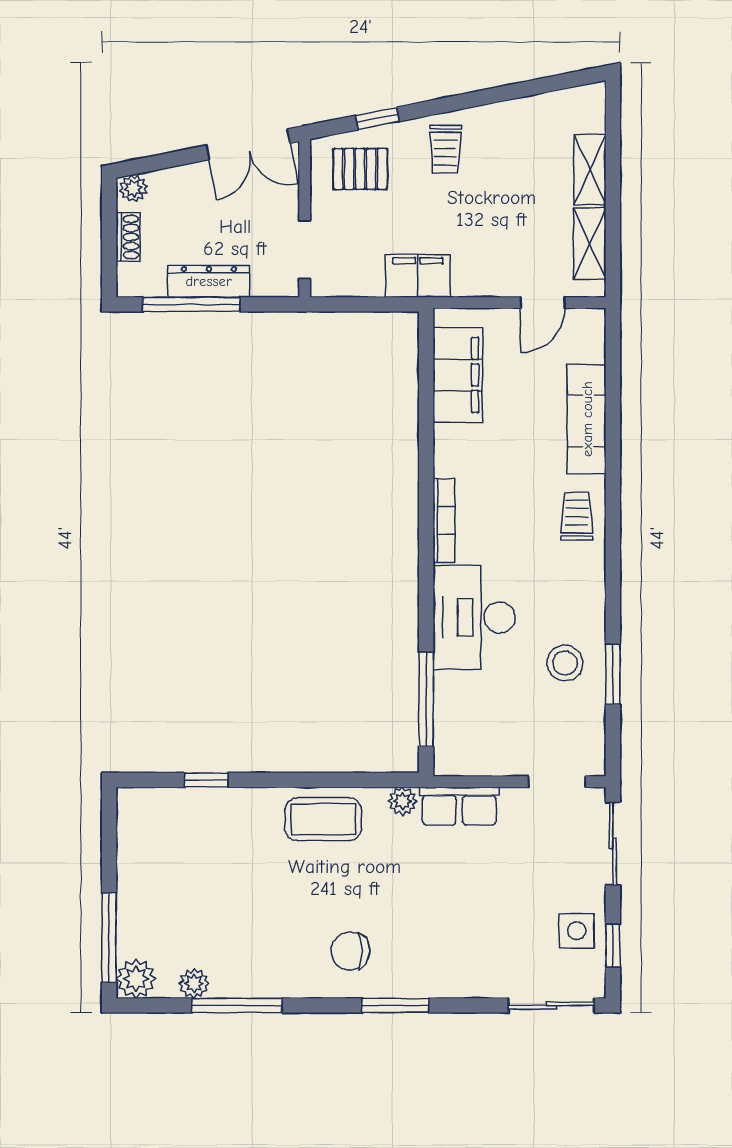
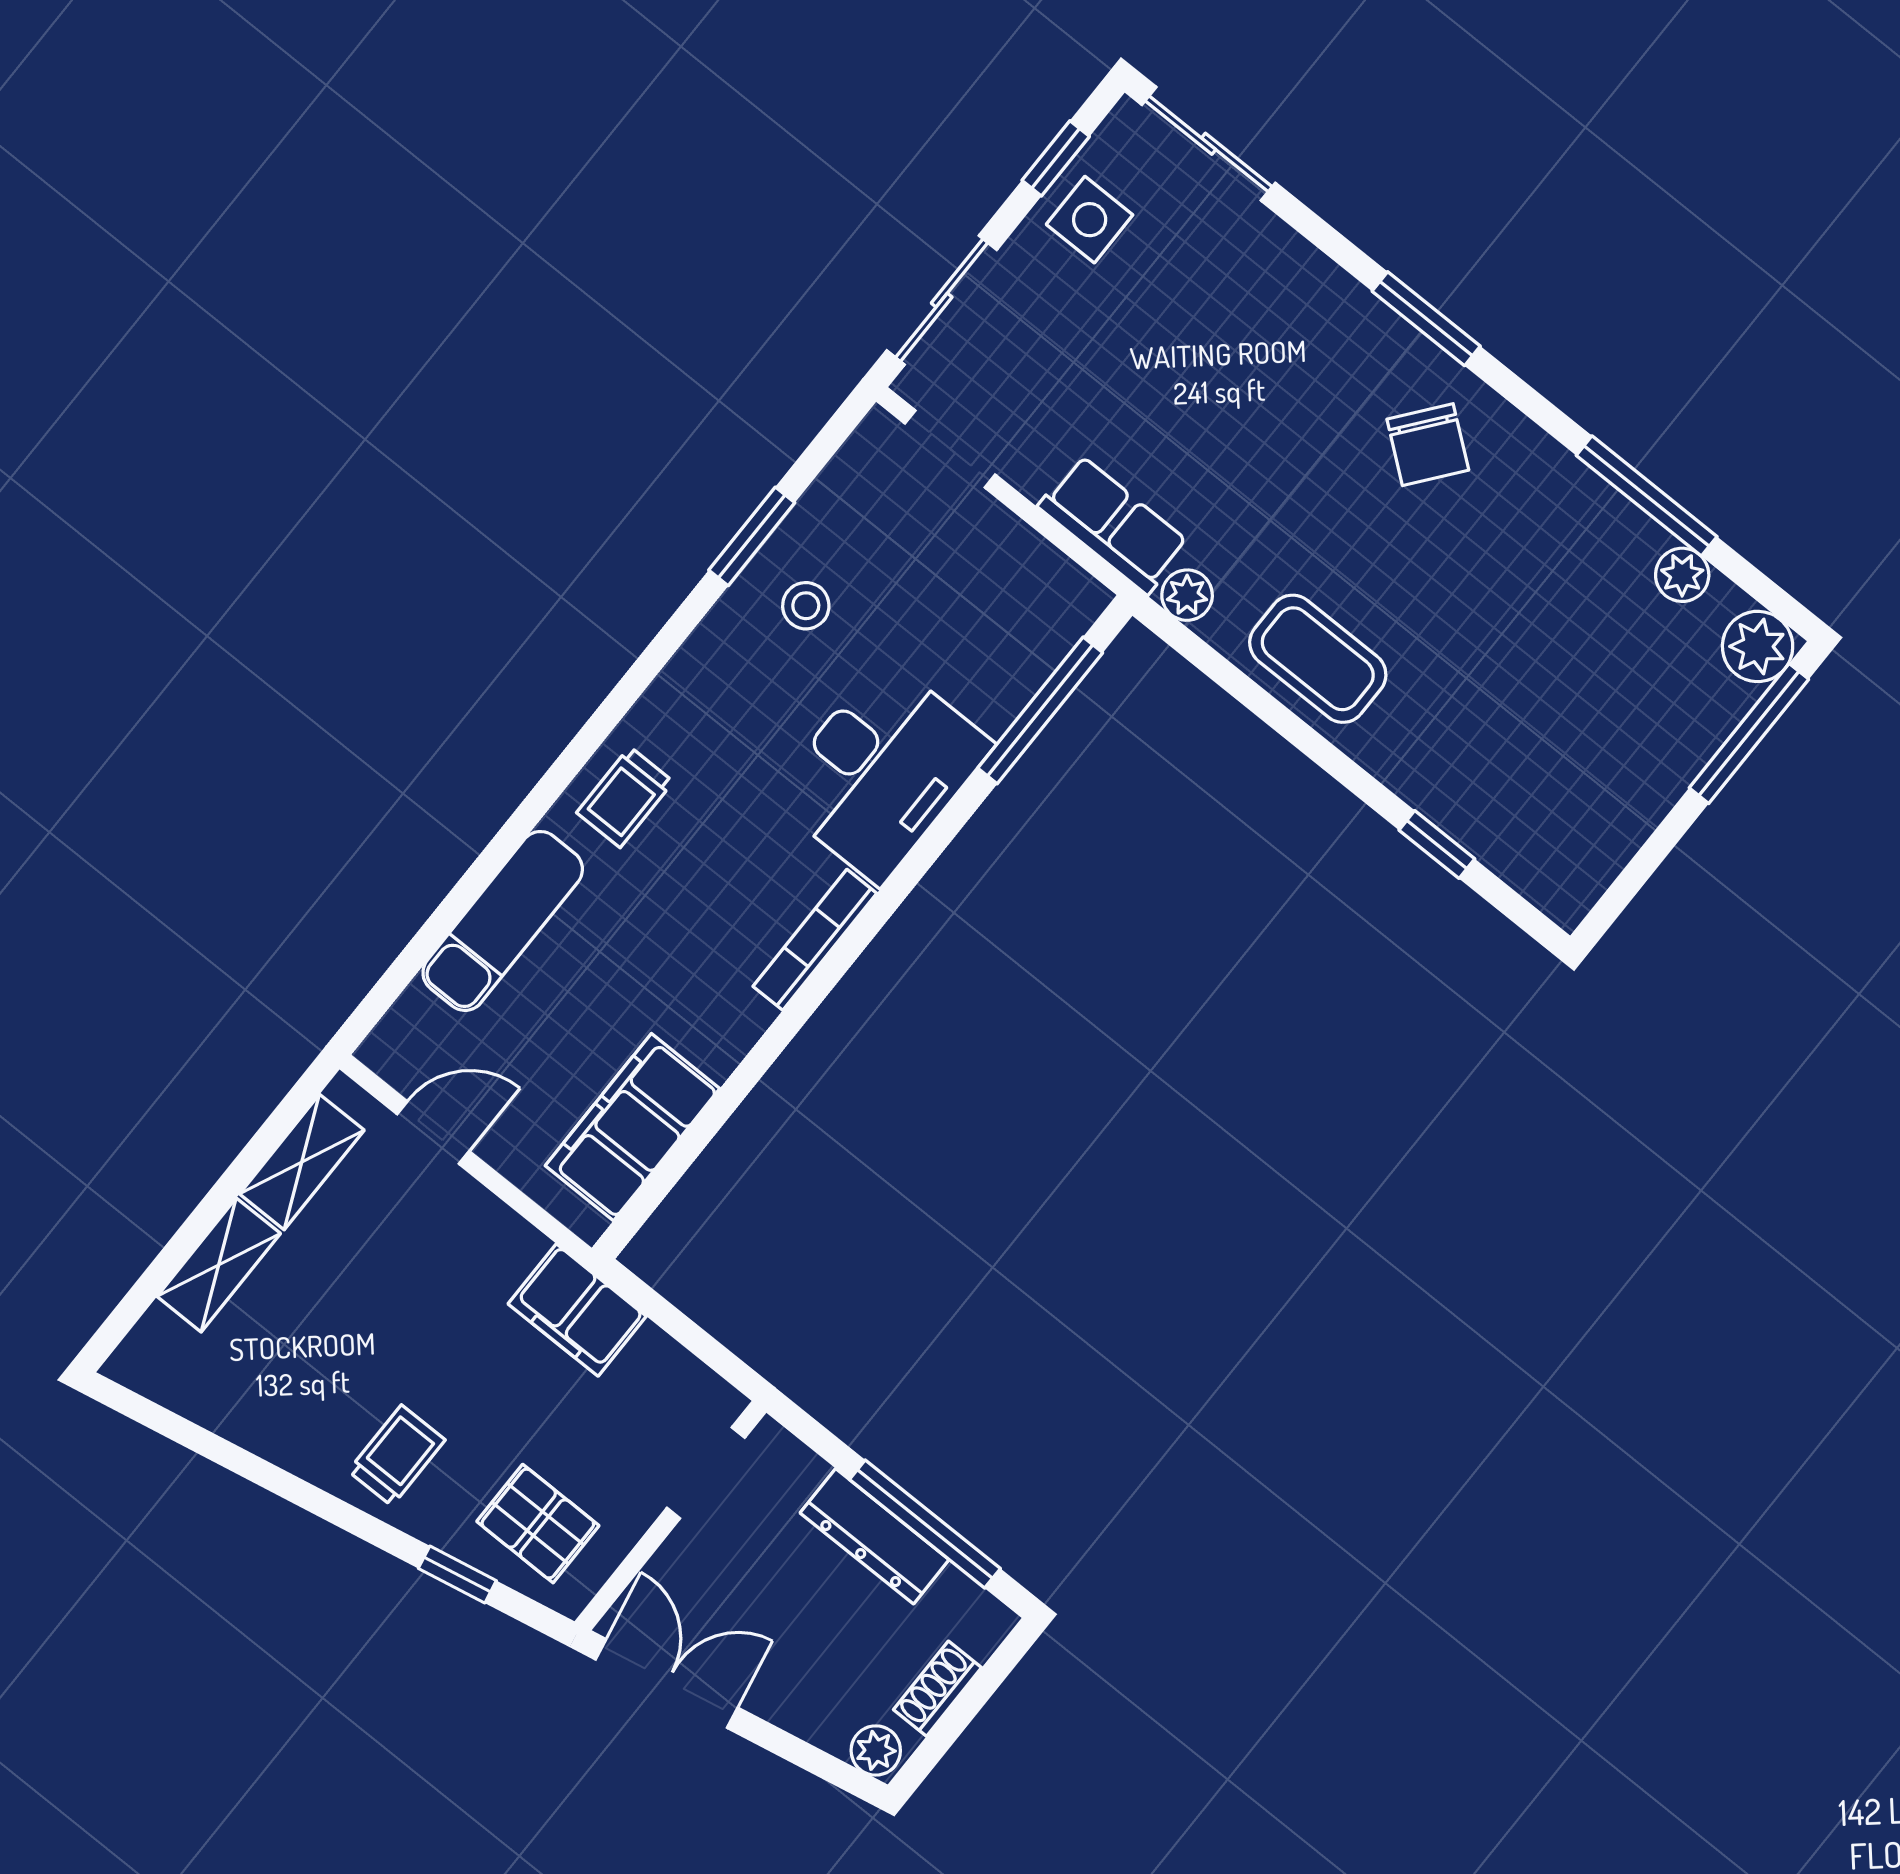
stool: (565, 663) -> (806, 606), width x0.73, depth x0.73
chair: (350, 951) -> (1428, 445), turned 38

